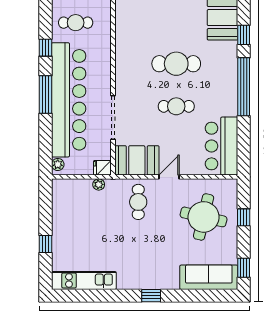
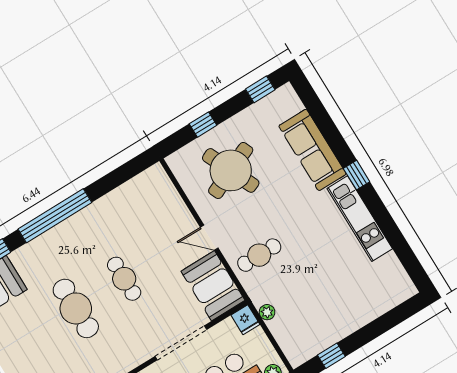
bar counter: (222, 146) -> (138, 200), removed
round table: (204, 217) -> (231, 170), turned -37
window: (46, 244) -> (331, 356), moved
sofa: (209, 277) -> (312, 150), moved
kitchen unit: (84, 280) -> (360, 219), moved

